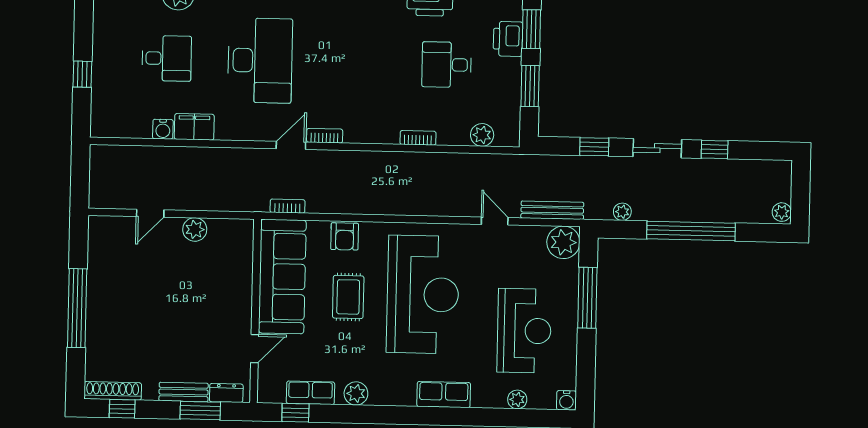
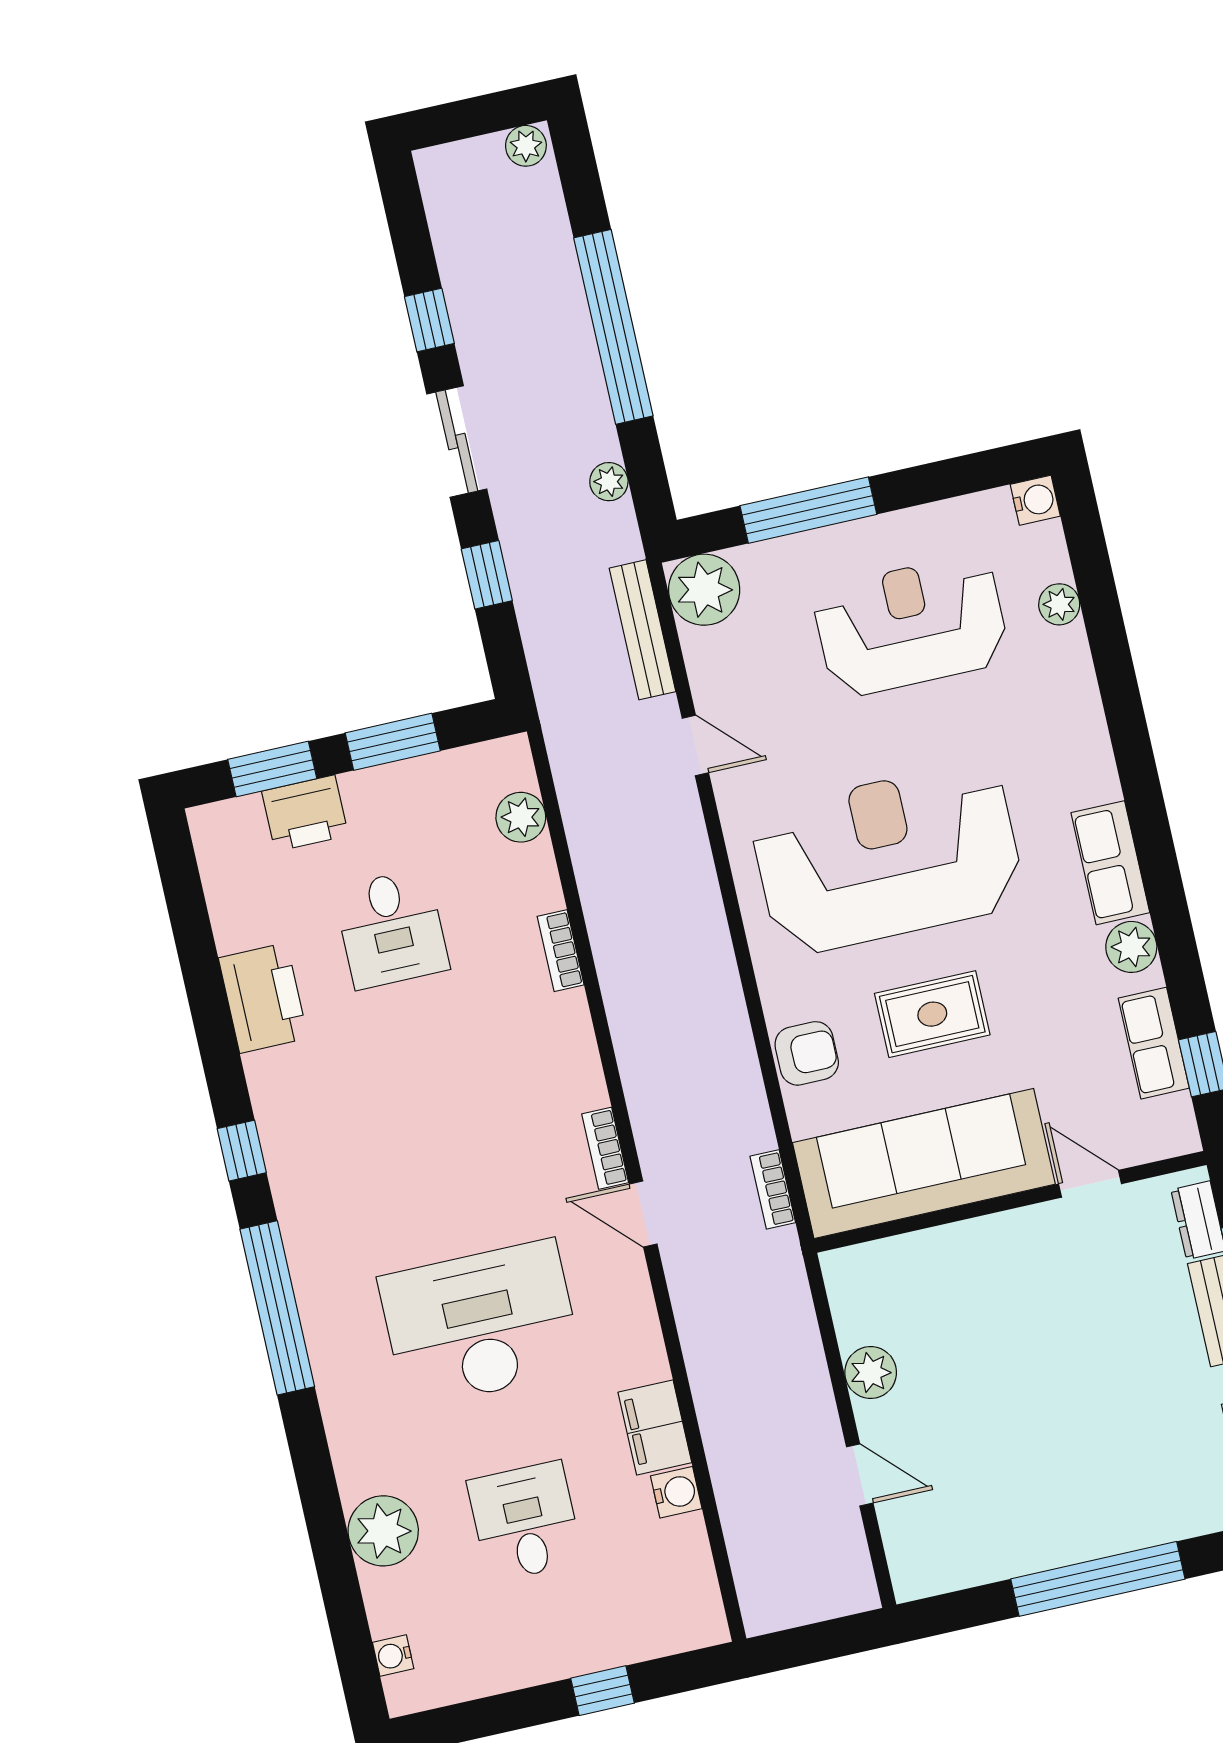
door: (495, 221) -> (695, 746), swing flipped
row of seats: (444, 395) -> (1110, 863), moved

